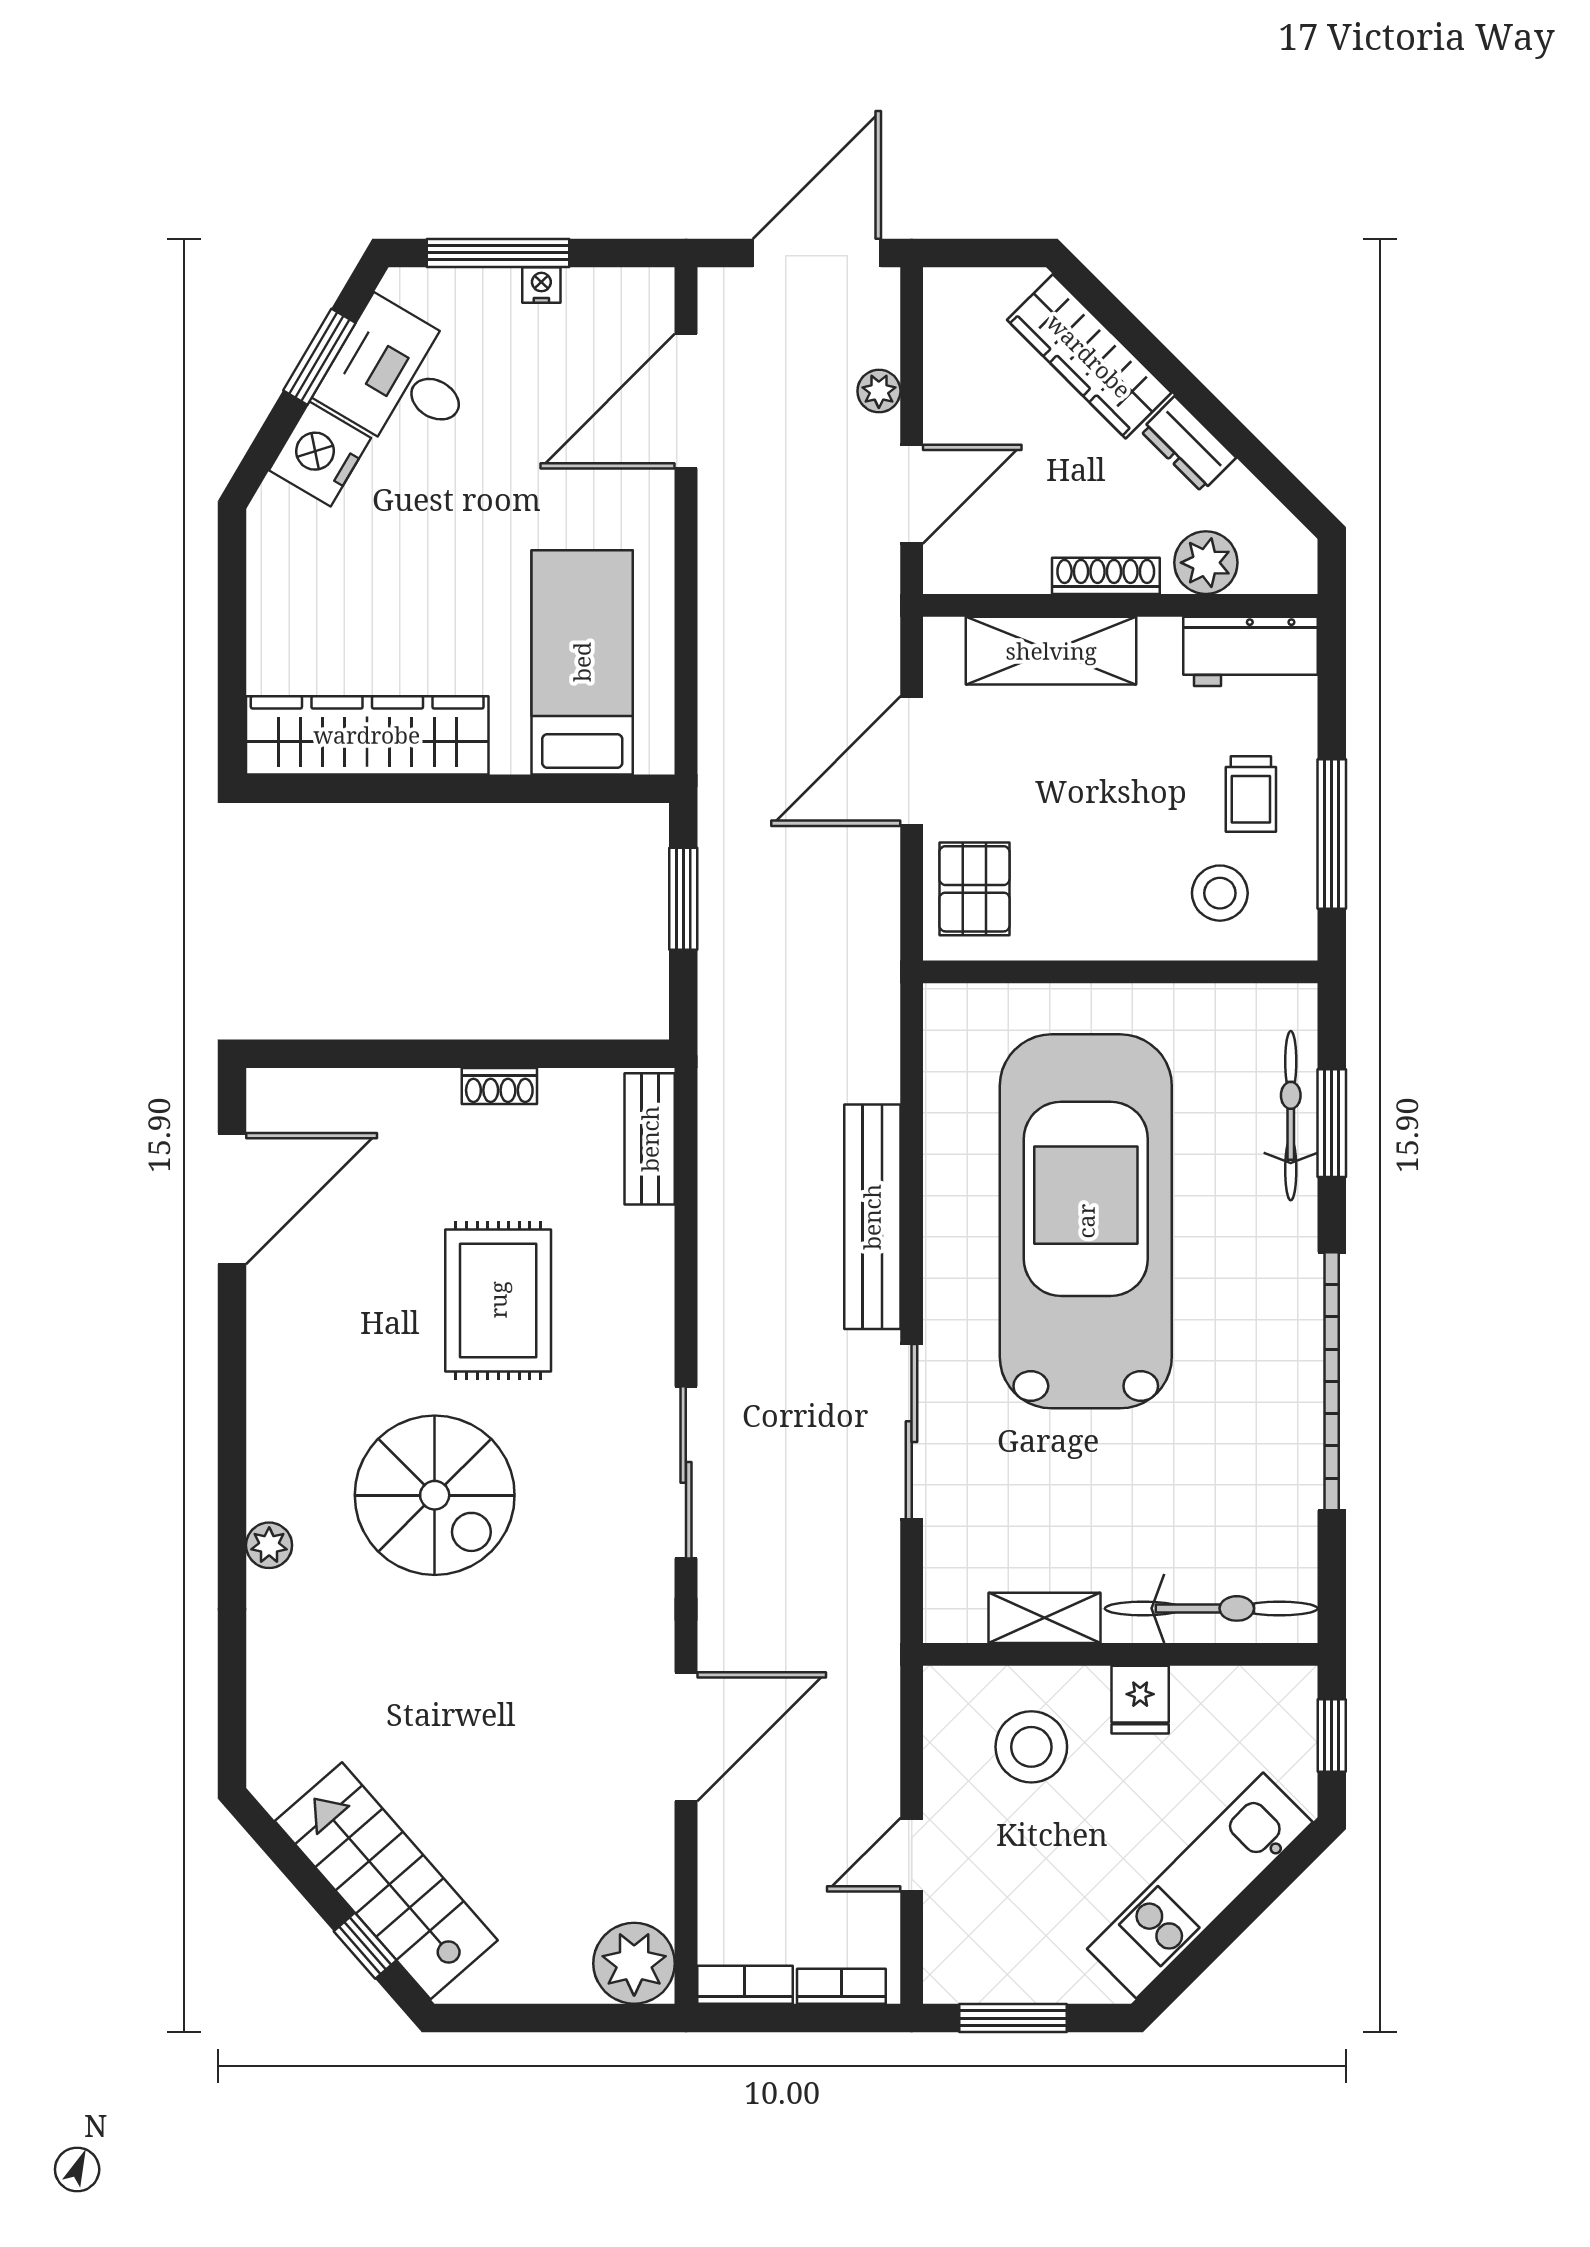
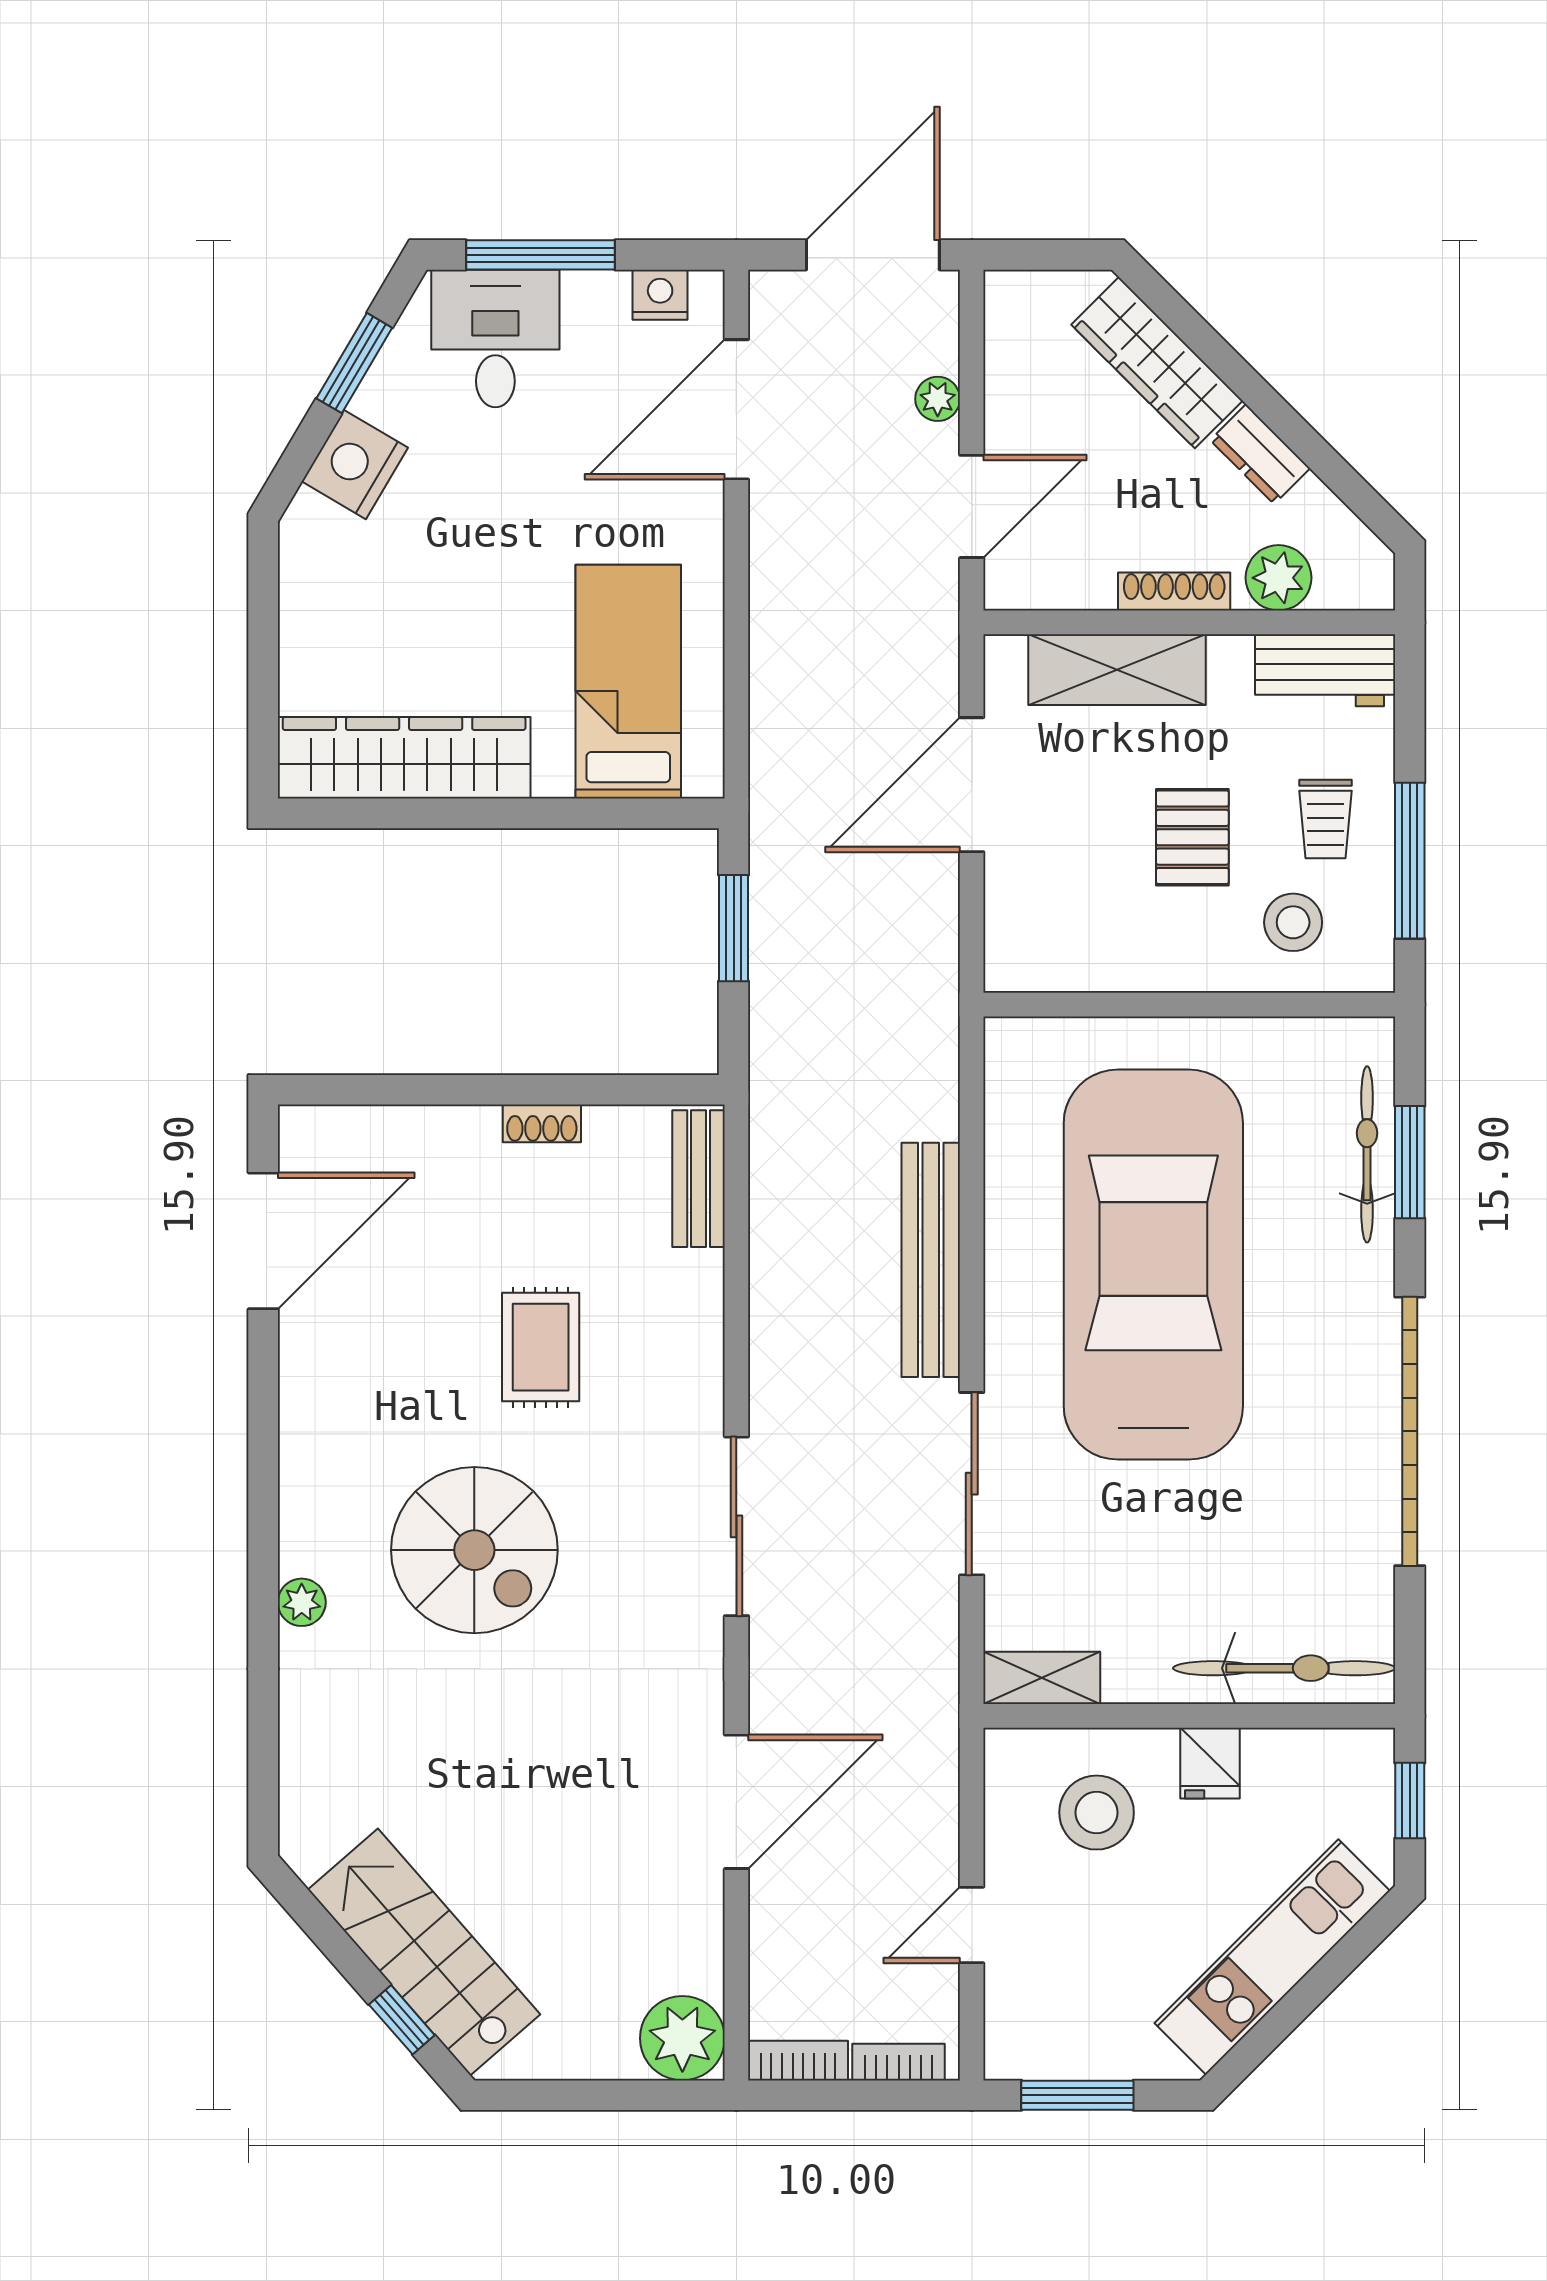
nightstand: (541, 285) -> (660, 295), moved, width x1.39, depth x1.35
desk: (400, 378) -> (495, 339), moved, turned 59
pallet: (974, 889) -> (1192, 837), moved
rug: (498, 1300) -> (541, 1347), width x0.73, depth x0.70
shelving: (1044, 1618) -> (1042, 1678), moved

